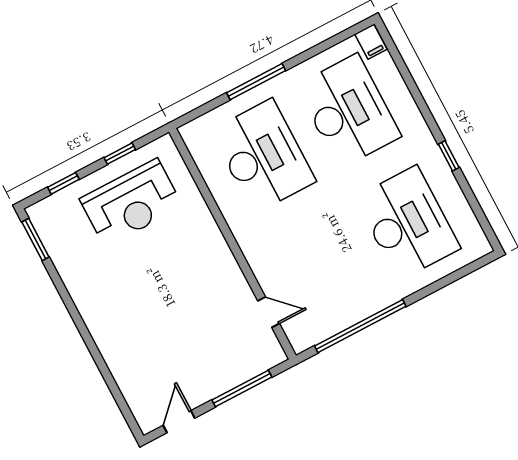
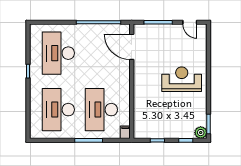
filing cabinet: (371, 42) -> (125, 132), moved
reception desk: (131, 203) -> (182, 79), moved
plant: (42, 214) -> (201, 133), added
door: (269, 312) -> (132, 47), width x1.87
door: (179, 422) -> (190, 22), hinge flipped

